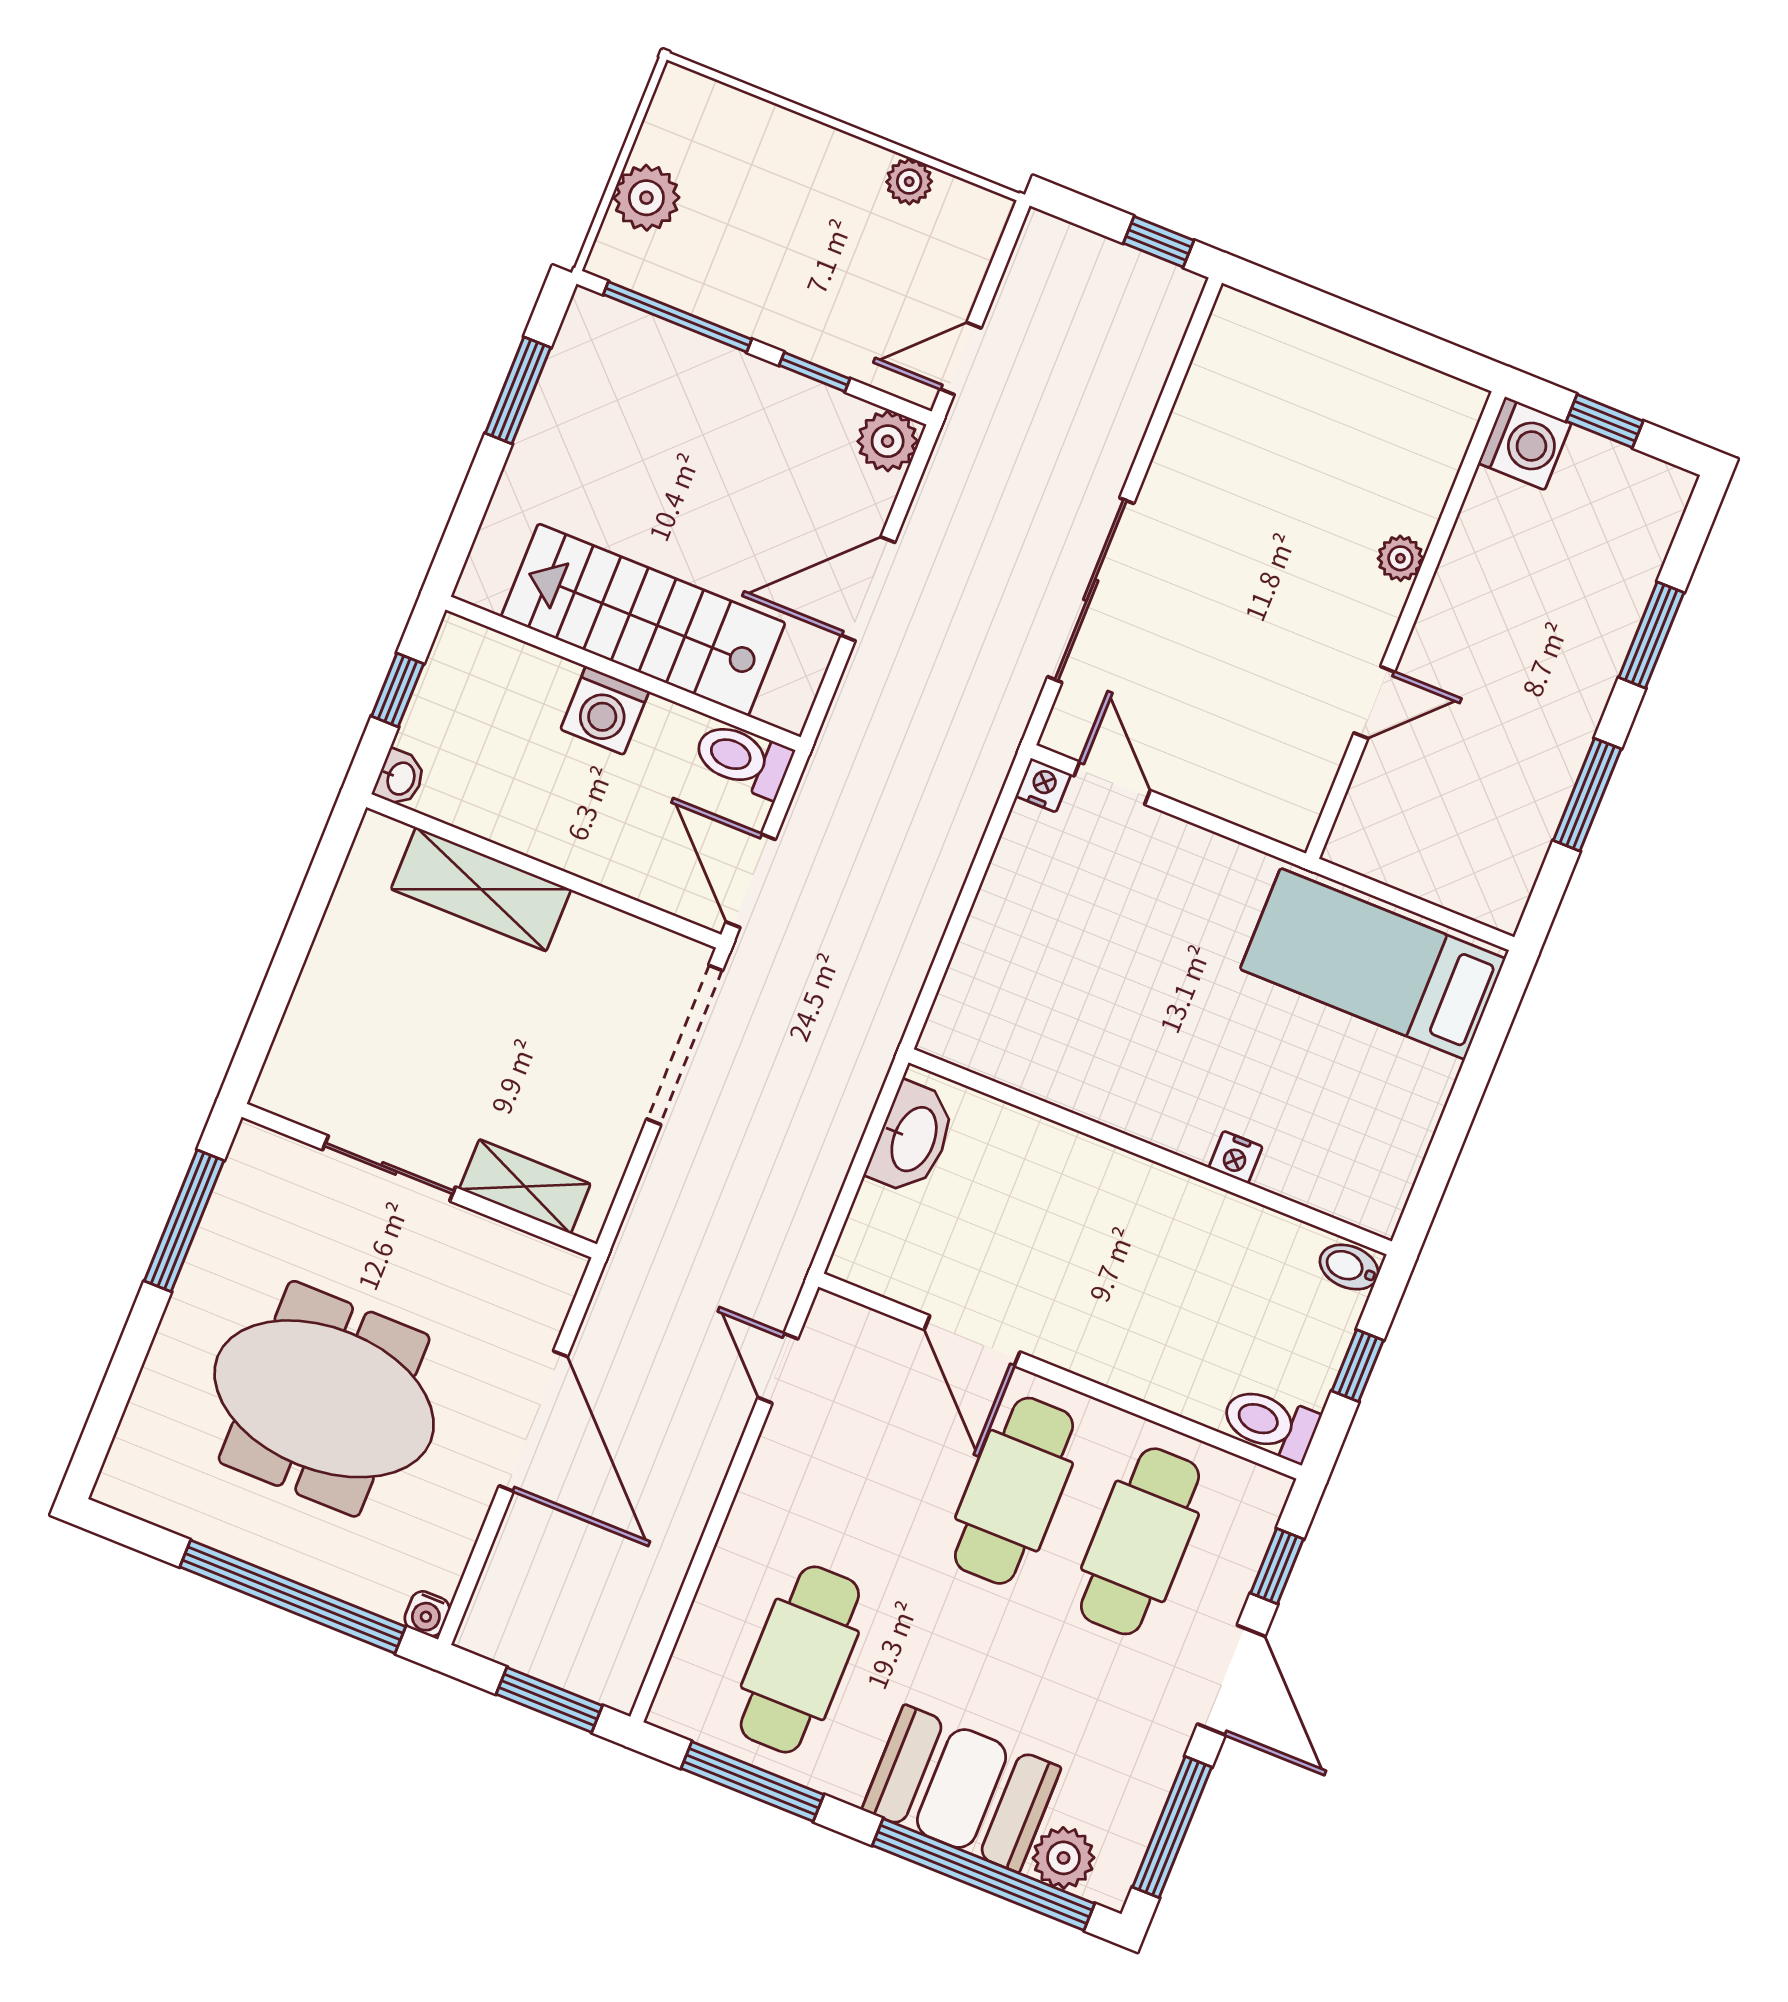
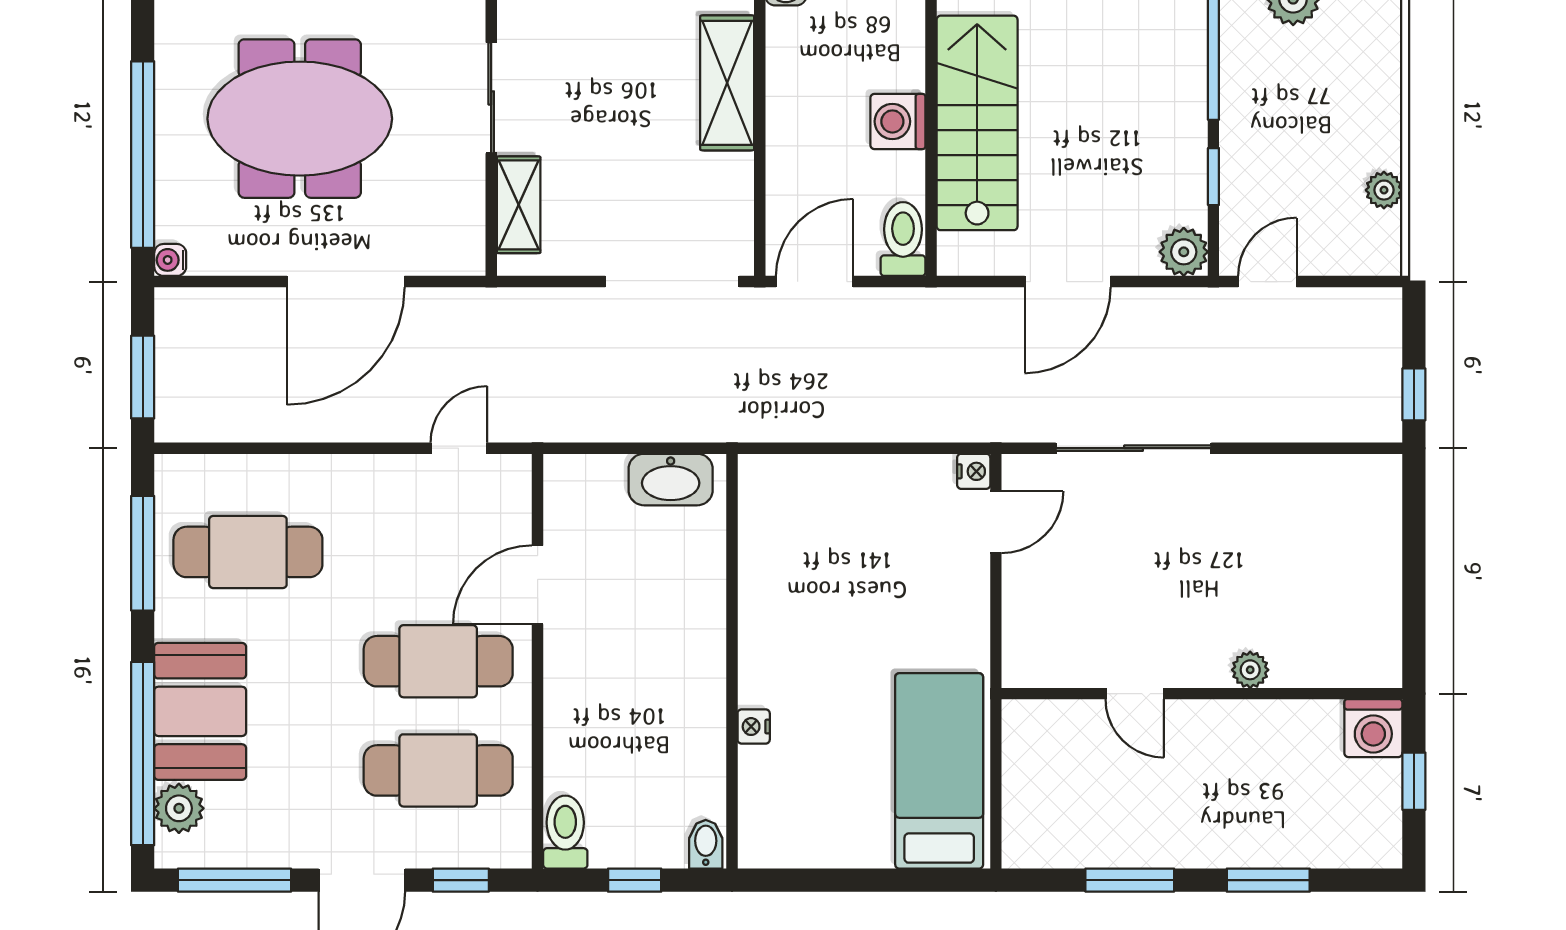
door: (961, 359) -> (1267, 282), hinge flipped
door: (868, 589) -> (1068, 282), swing flipped
meeting table: (324, 1399) -> (300, 119), turned 90

